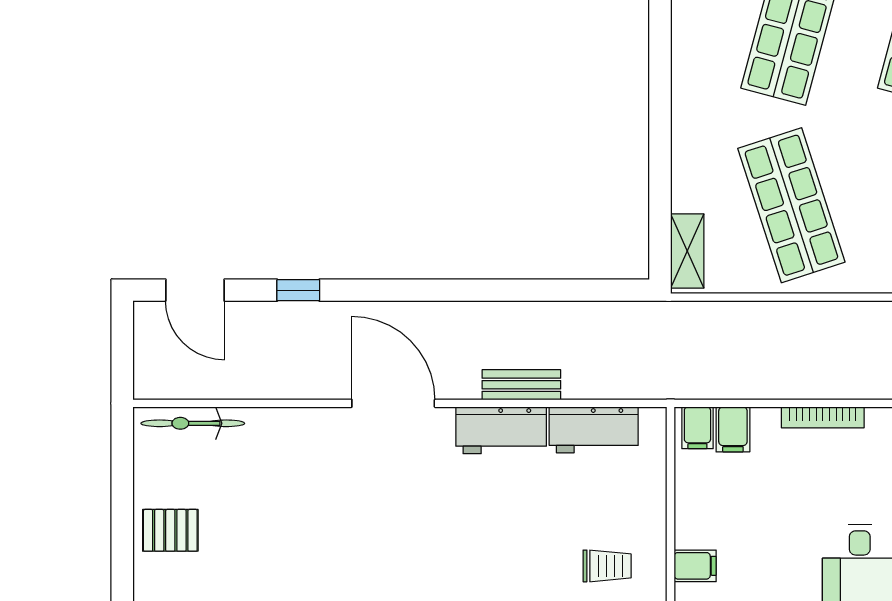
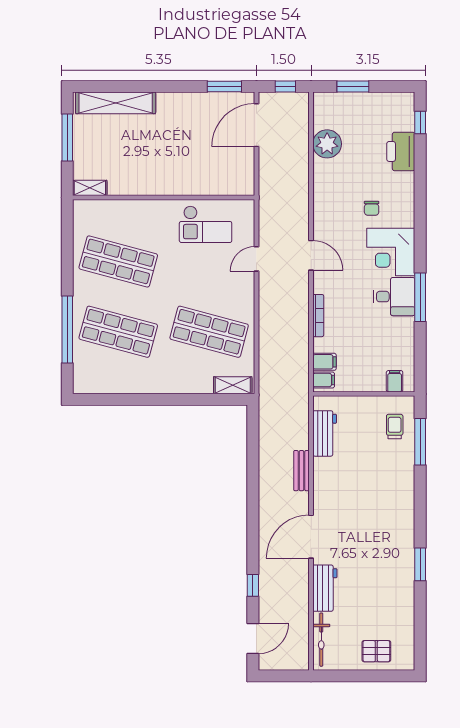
shop shelf: (791, 205) -> (209, 332), turned 33
workbench: (501, 430) -> (325, 588), moved
pallet: (170, 530) -> (376, 651), turned 90

